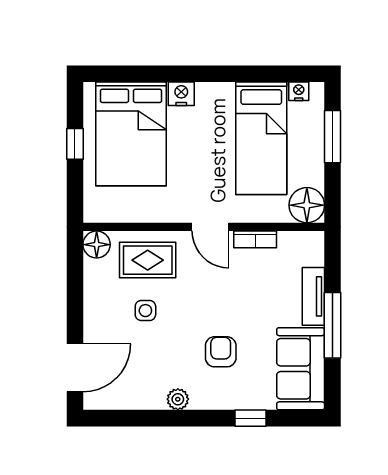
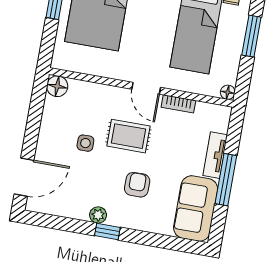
floor lamp: (307, 205) -> (228, 92), width x0.53, depth x0.53
rug: (148, 260) -> (128, 136), moved
window: (251, 418) -> (107, 231), moved

